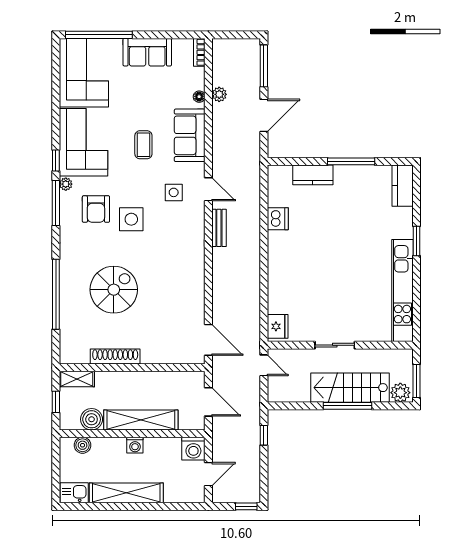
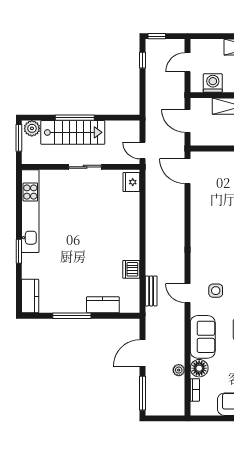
bookcase: (199, 52) -> (195, 390), moved
floor lamp: (199, 97) -> (199, 368), width x1.89, depth x1.89
bench: (219, 228) -> (151, 291), moved
window: (264, 435) -> (143, 60), moved
washing machine: (193, 449) -> (213, 83), moved

